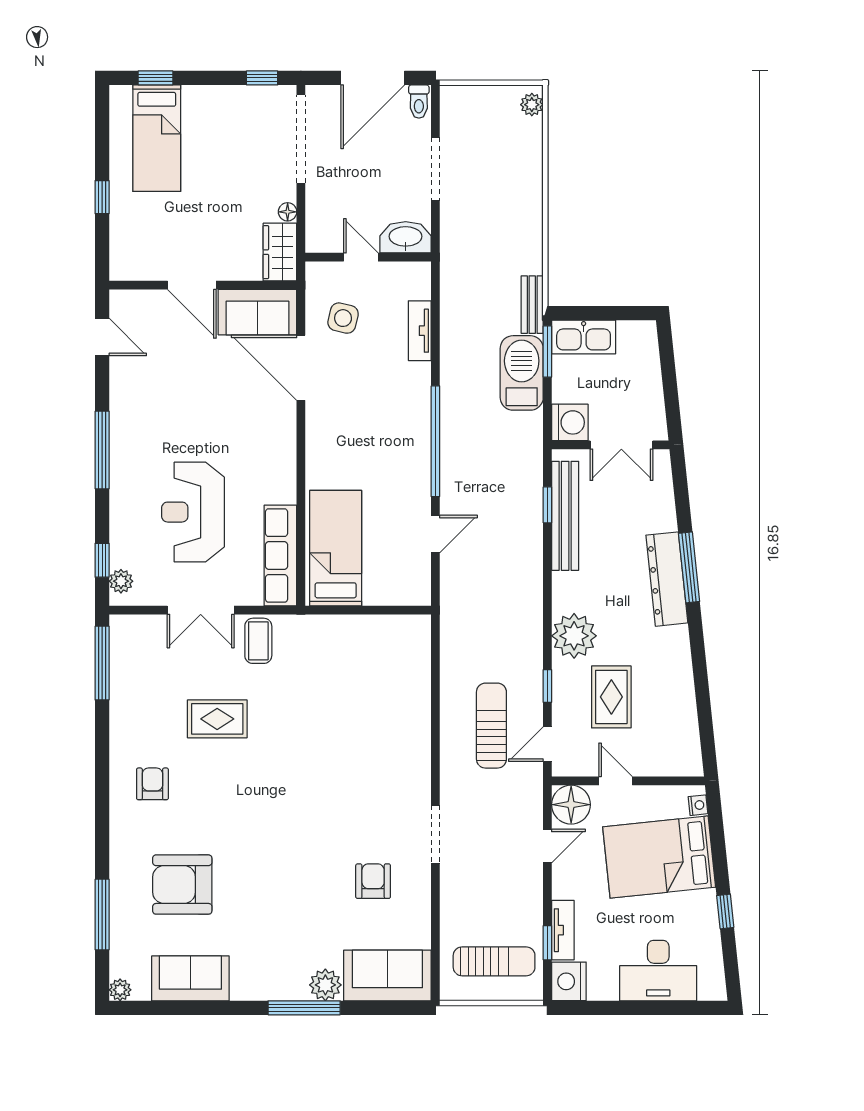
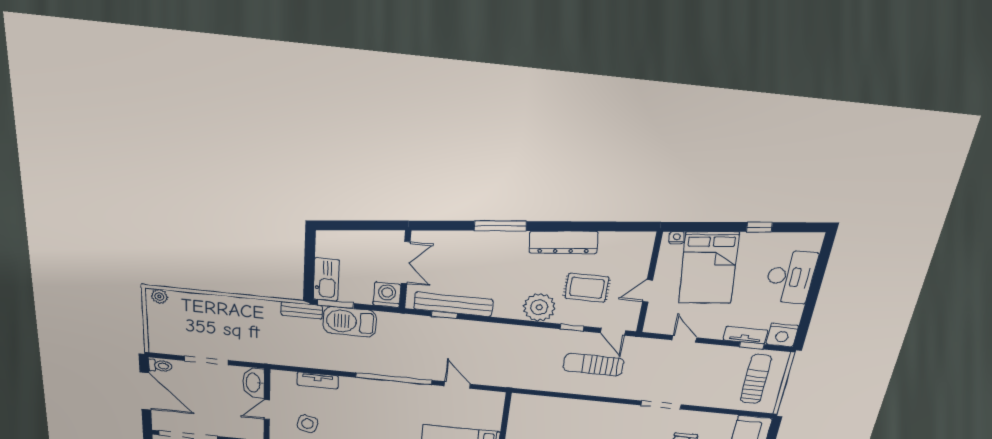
dresser: (667, 579) -> (563, 242), moved
floor lamp: (571, 805) -> (658, 321), removed

